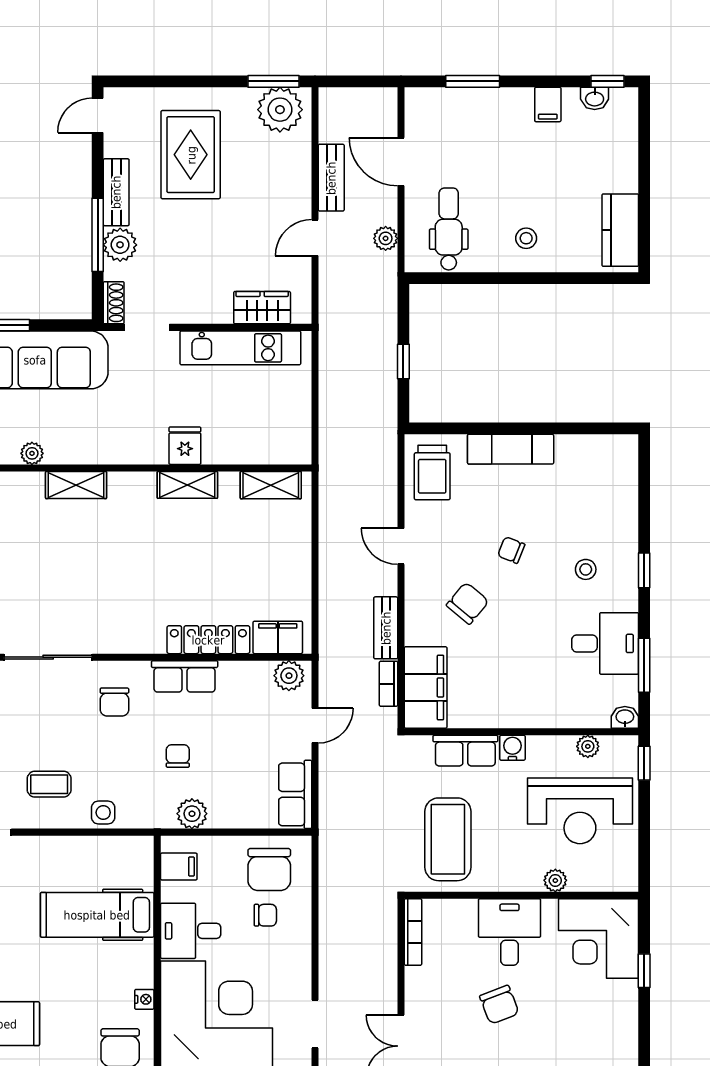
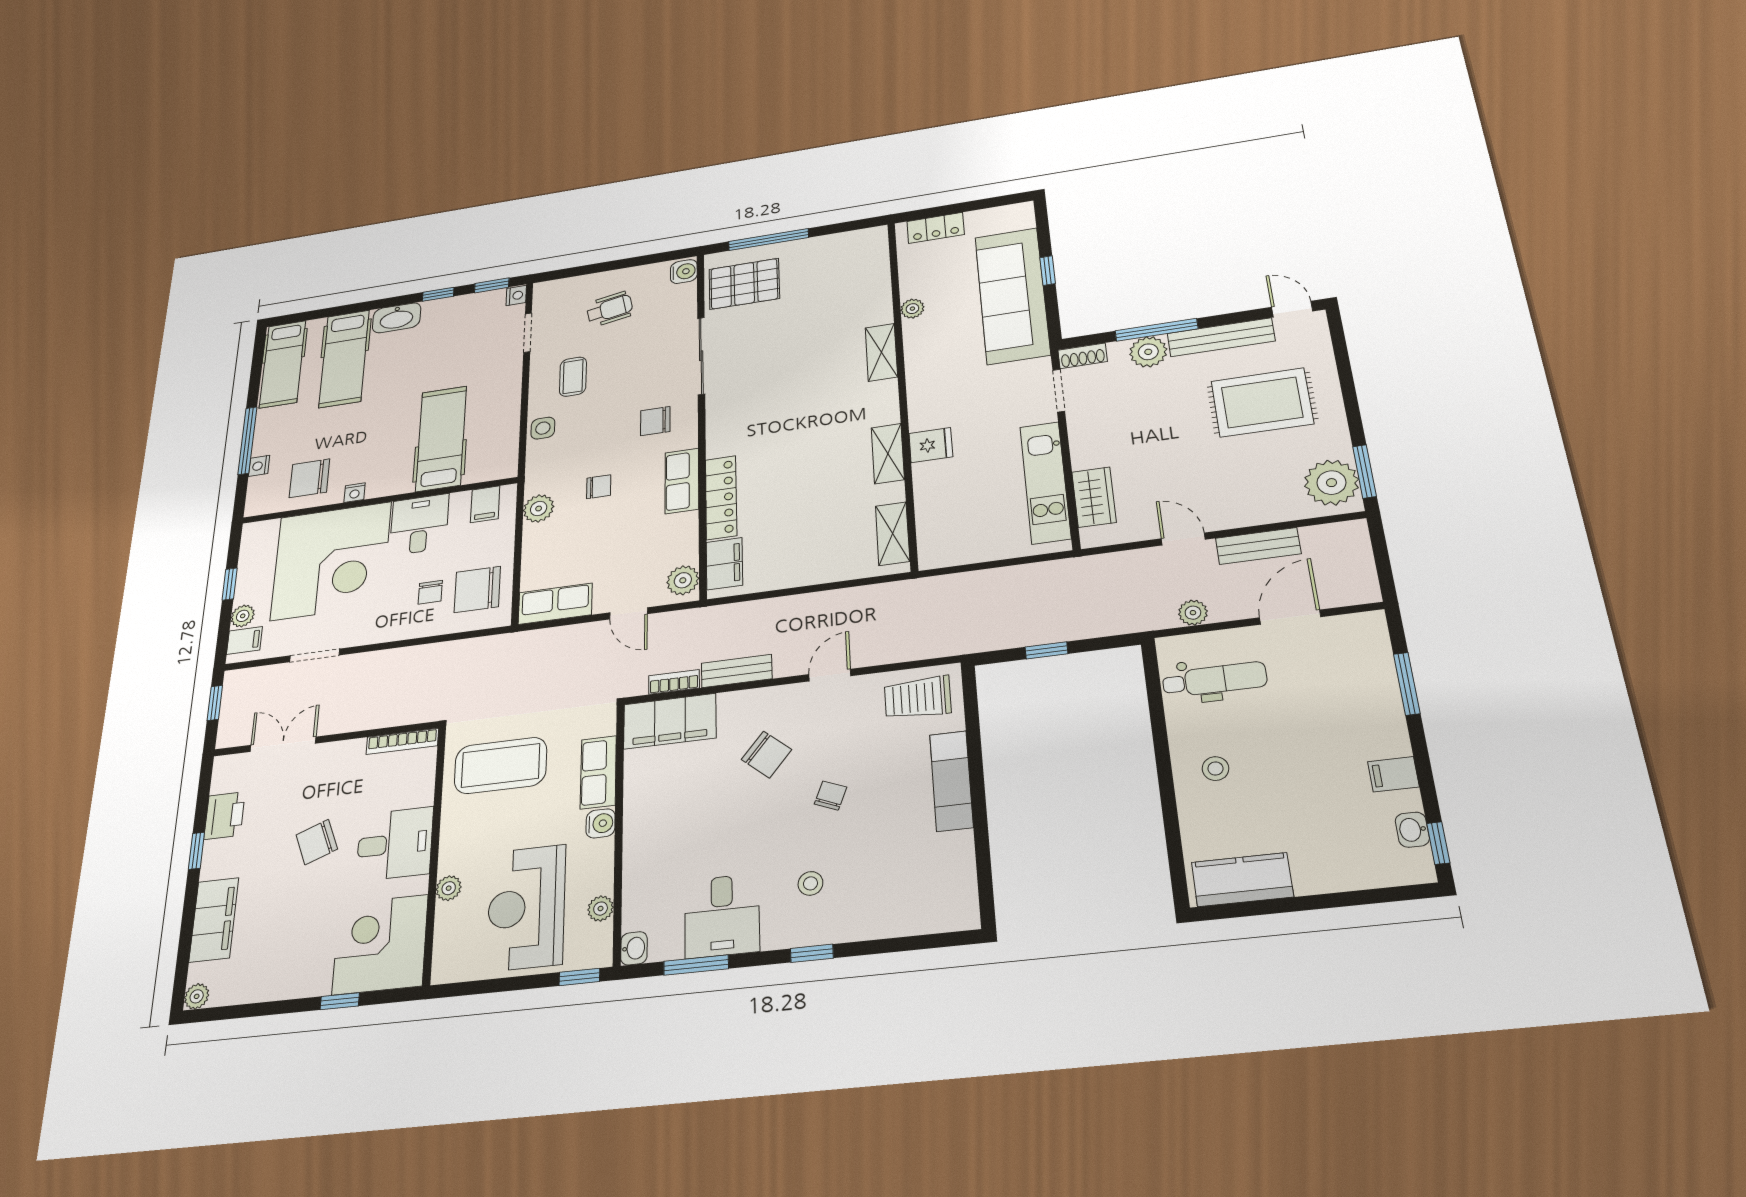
bench: (116, 192) -> (1221, 337), width x1.36

